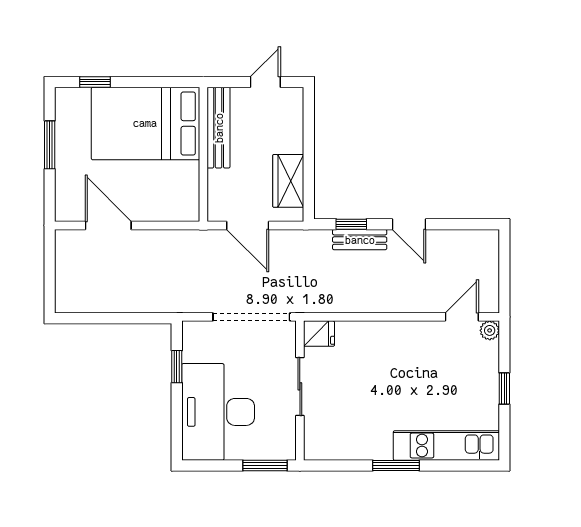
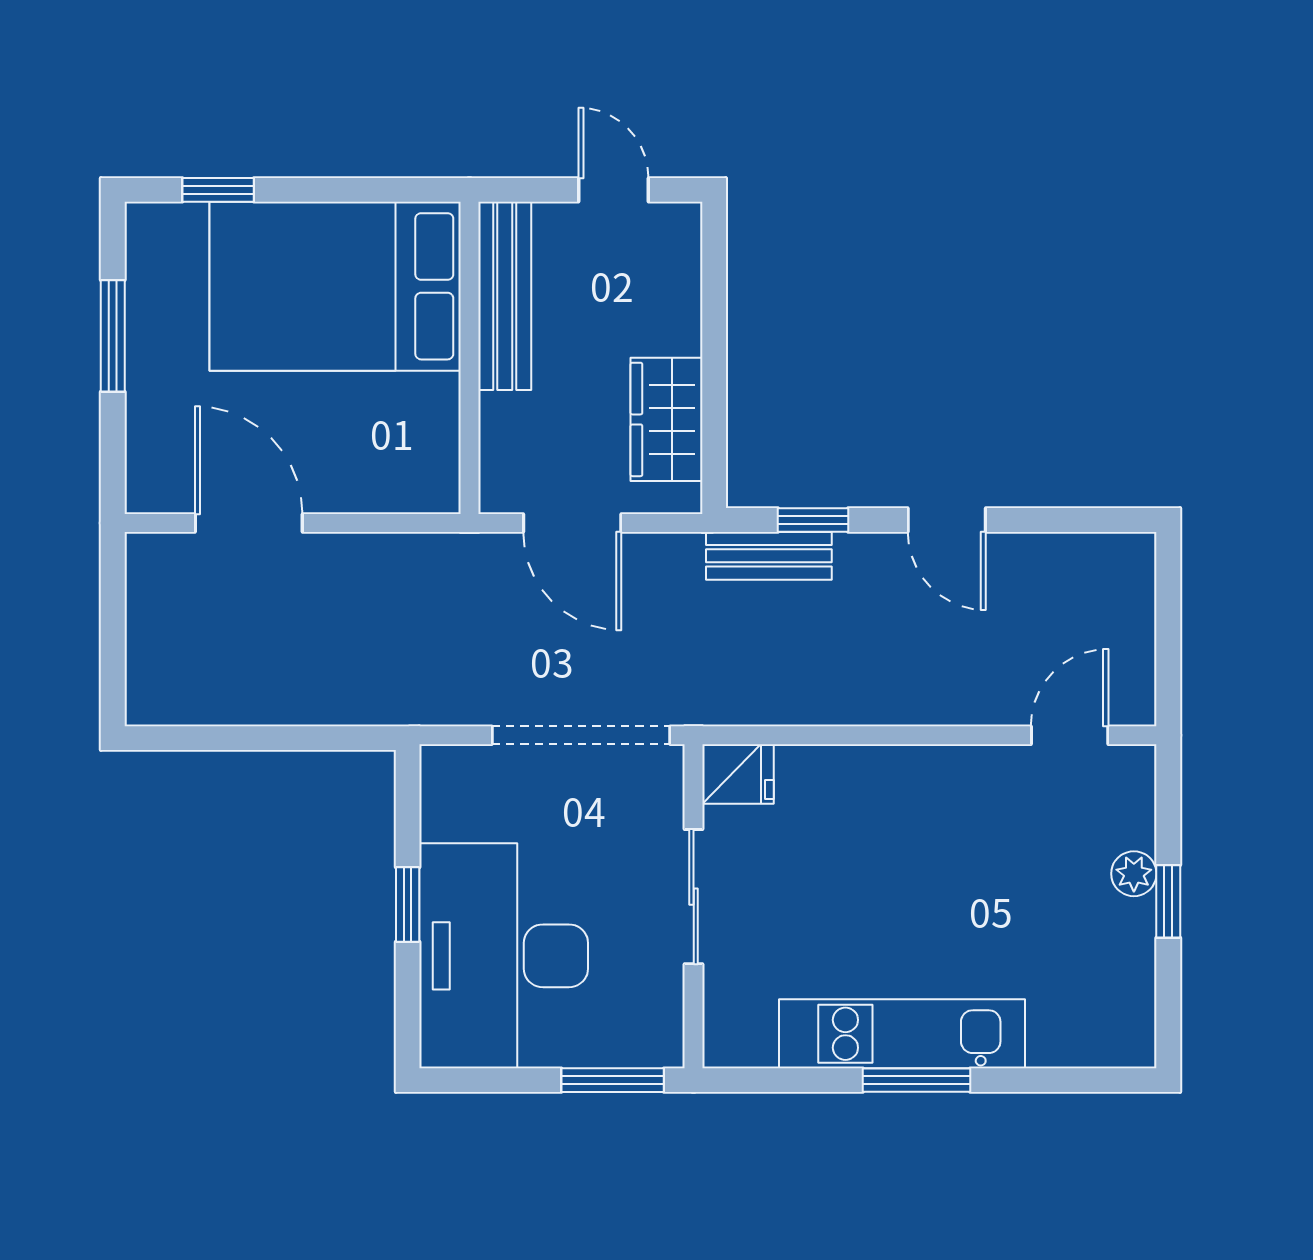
door: (265, 82) -> (613, 190), hinge flipped
bench: (360, 240) -> (769, 556), moved
plant: (490, 330) -> (1134, 874), moved
window: (177, 367) -> (408, 904), moved
kitchen unit: (446, 446) -> (902, 1034), moved

